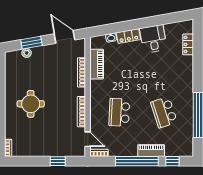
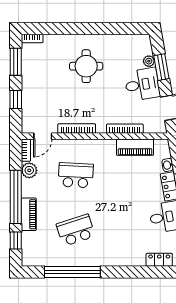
desk: (46, 58) -> (142, 84), added
plant: (115, 150) -> (29, 170), added
window: (27, 161) -> (16, 62), added

